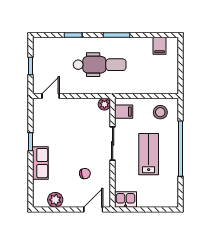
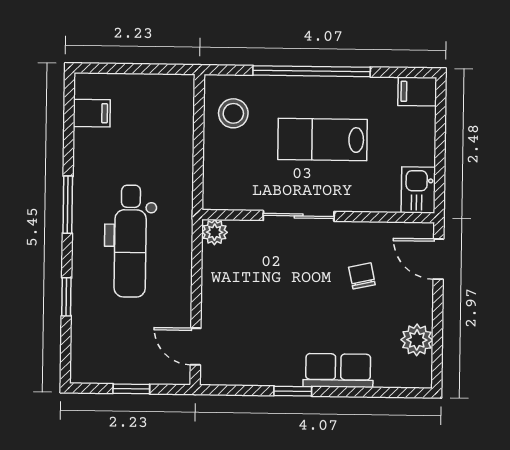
dental chair: (100, 65) -> (130, 241), turned 180
filing cabinet: (124, 112) -> (417, 91), moved, turned -90

